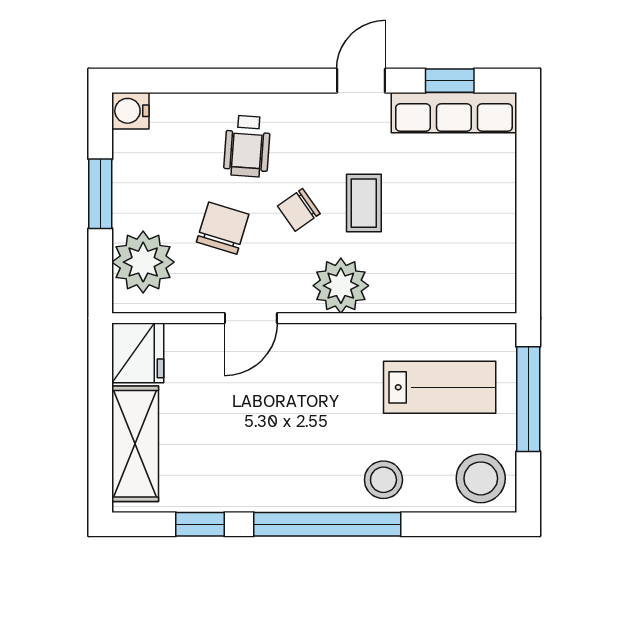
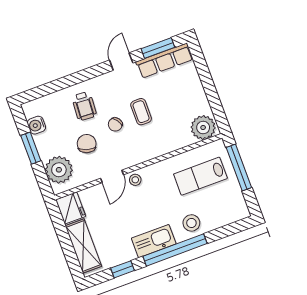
window: (450, 81) -> (158, 48), width x1.50
water cooler: (130, 111) -> (36, 125), moved
plant: (341, 286) -> (203, 128), moved
lab bench: (440, 387) -> (200, 176), turned 180
stool: (481, 478) -> (135, 180), moved, width x0.53, depth x0.53
kitchen sink: (289, 489) -> (154, 241), added

